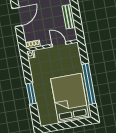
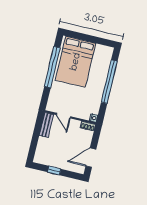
bench: (69, 17) -> (46, 125), moved
window: (31, 94) -> (109, 82), width x2.11

